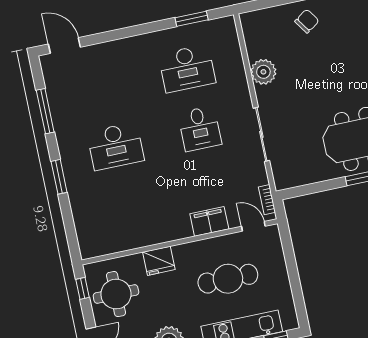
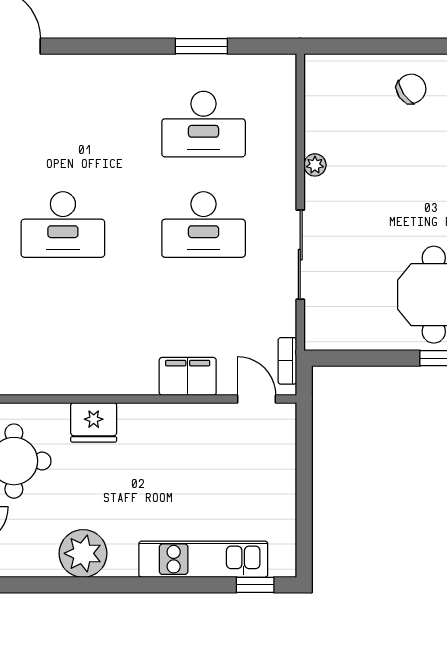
window: (192, 19) -> (201, 46), moved
plant: (263, 72) -> (315, 165), width x0.53, depth x0.53
desk: (200, 129) -> (204, 224), width x1.37
cafe table: (228, 279) -> (198, 474), removed

